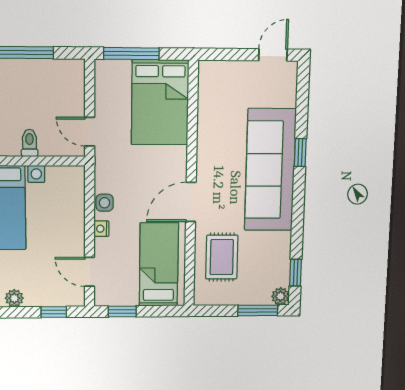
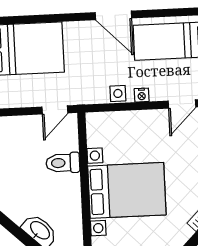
toilet: (30, 143) -> (63, 163), width x1.37, depth x1.39

